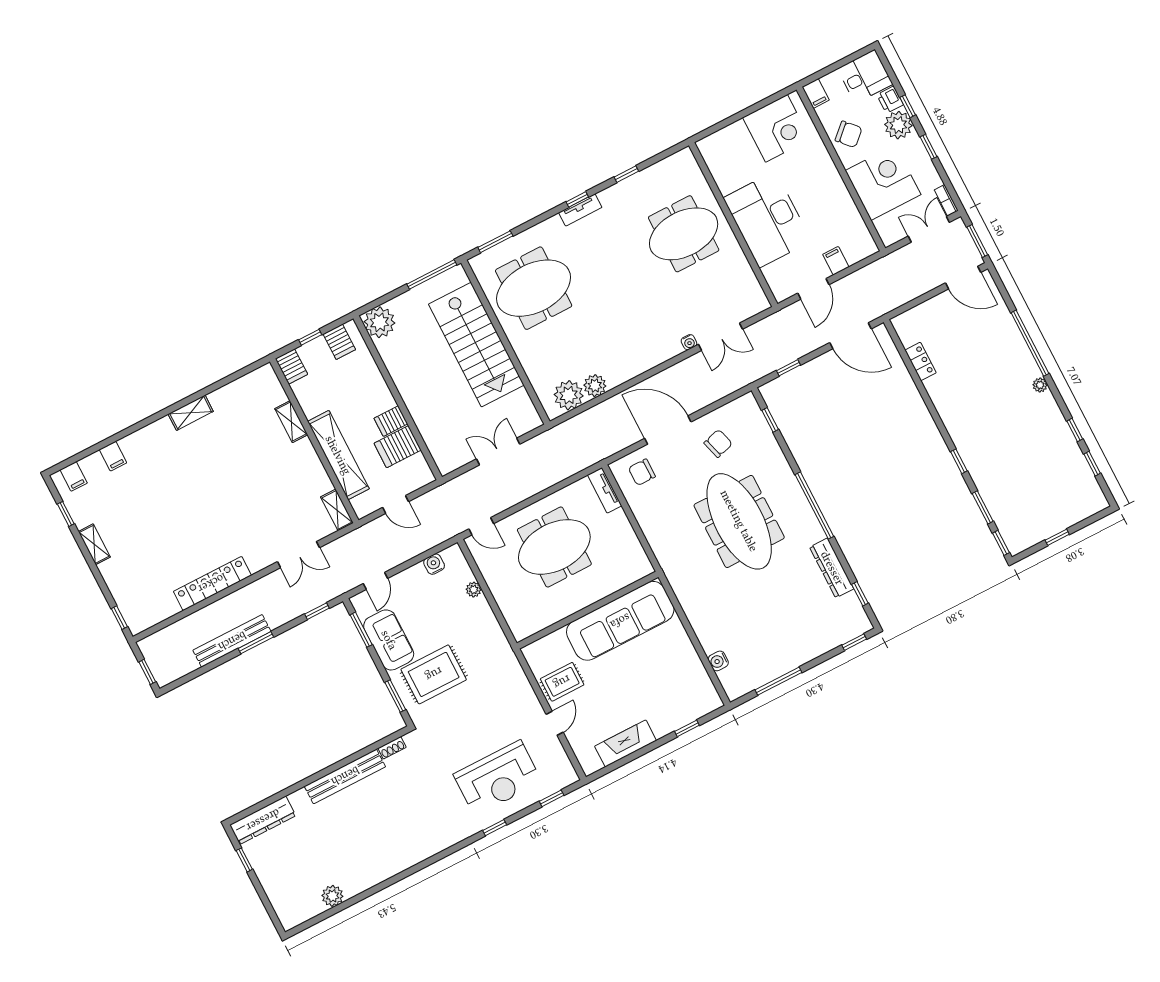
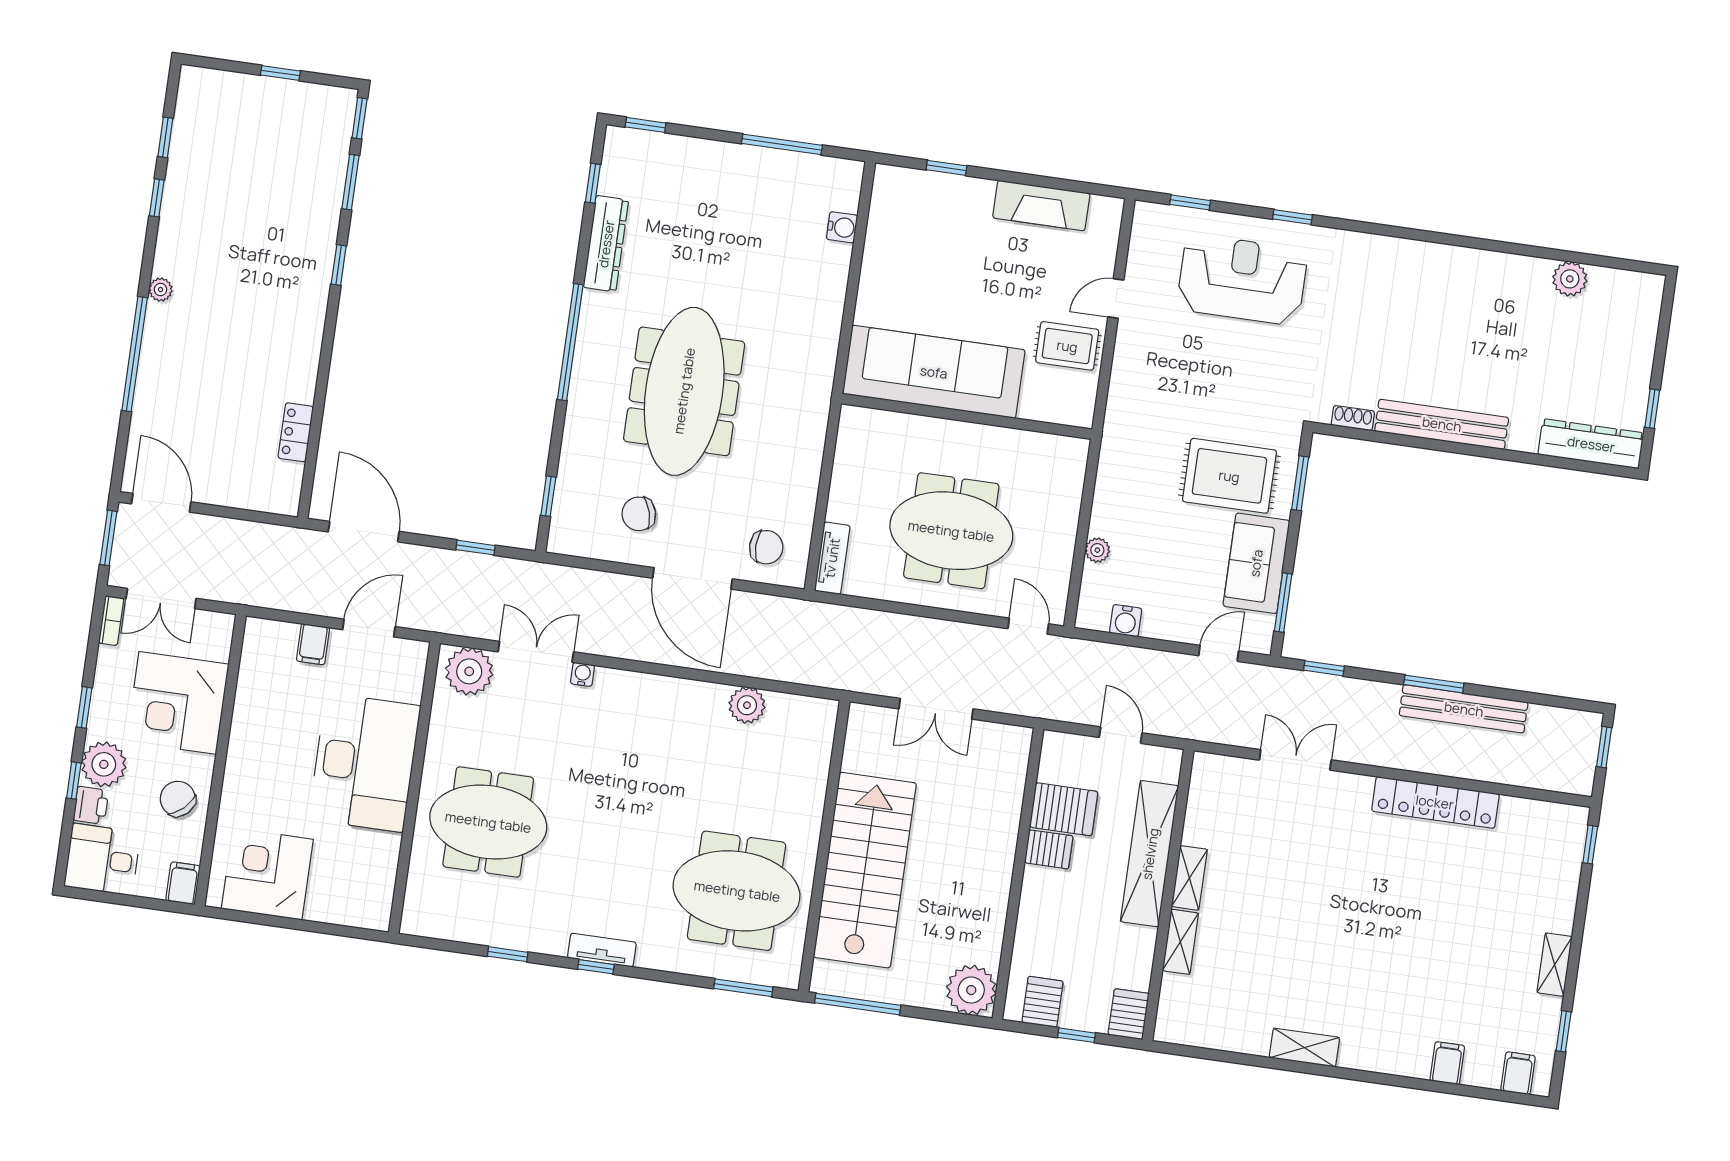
plant: (569, 395) -> (469, 671), moved
shelving: (337, 510) -> (1189, 878), moved

